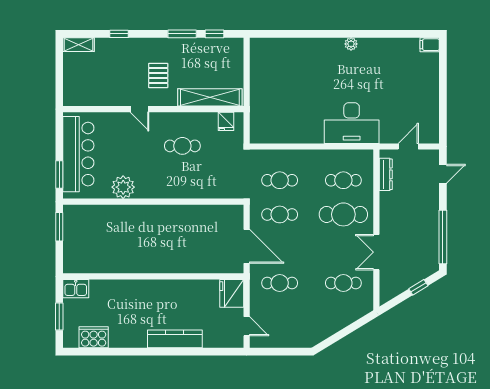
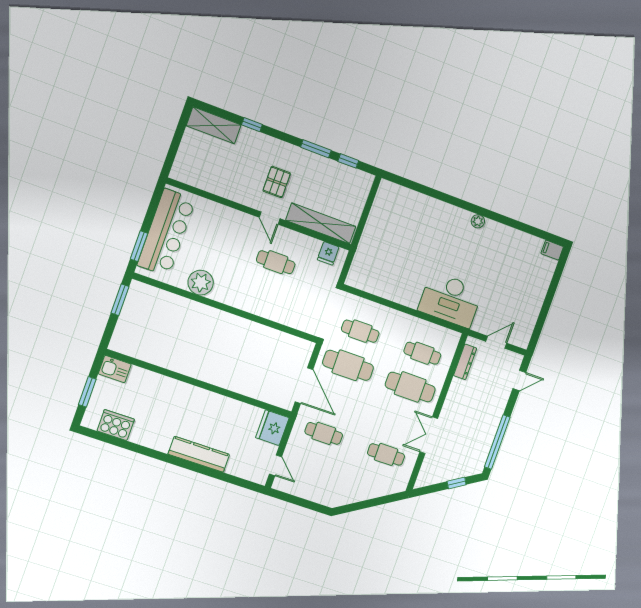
shelving: (79, 45) -> (214, 125), width x1.50, depth x1.33
door: (139, 109) -> (270, 218), moved
cafe table: (280, 214) -> (348, 365), width x1.37, depth x1.35

